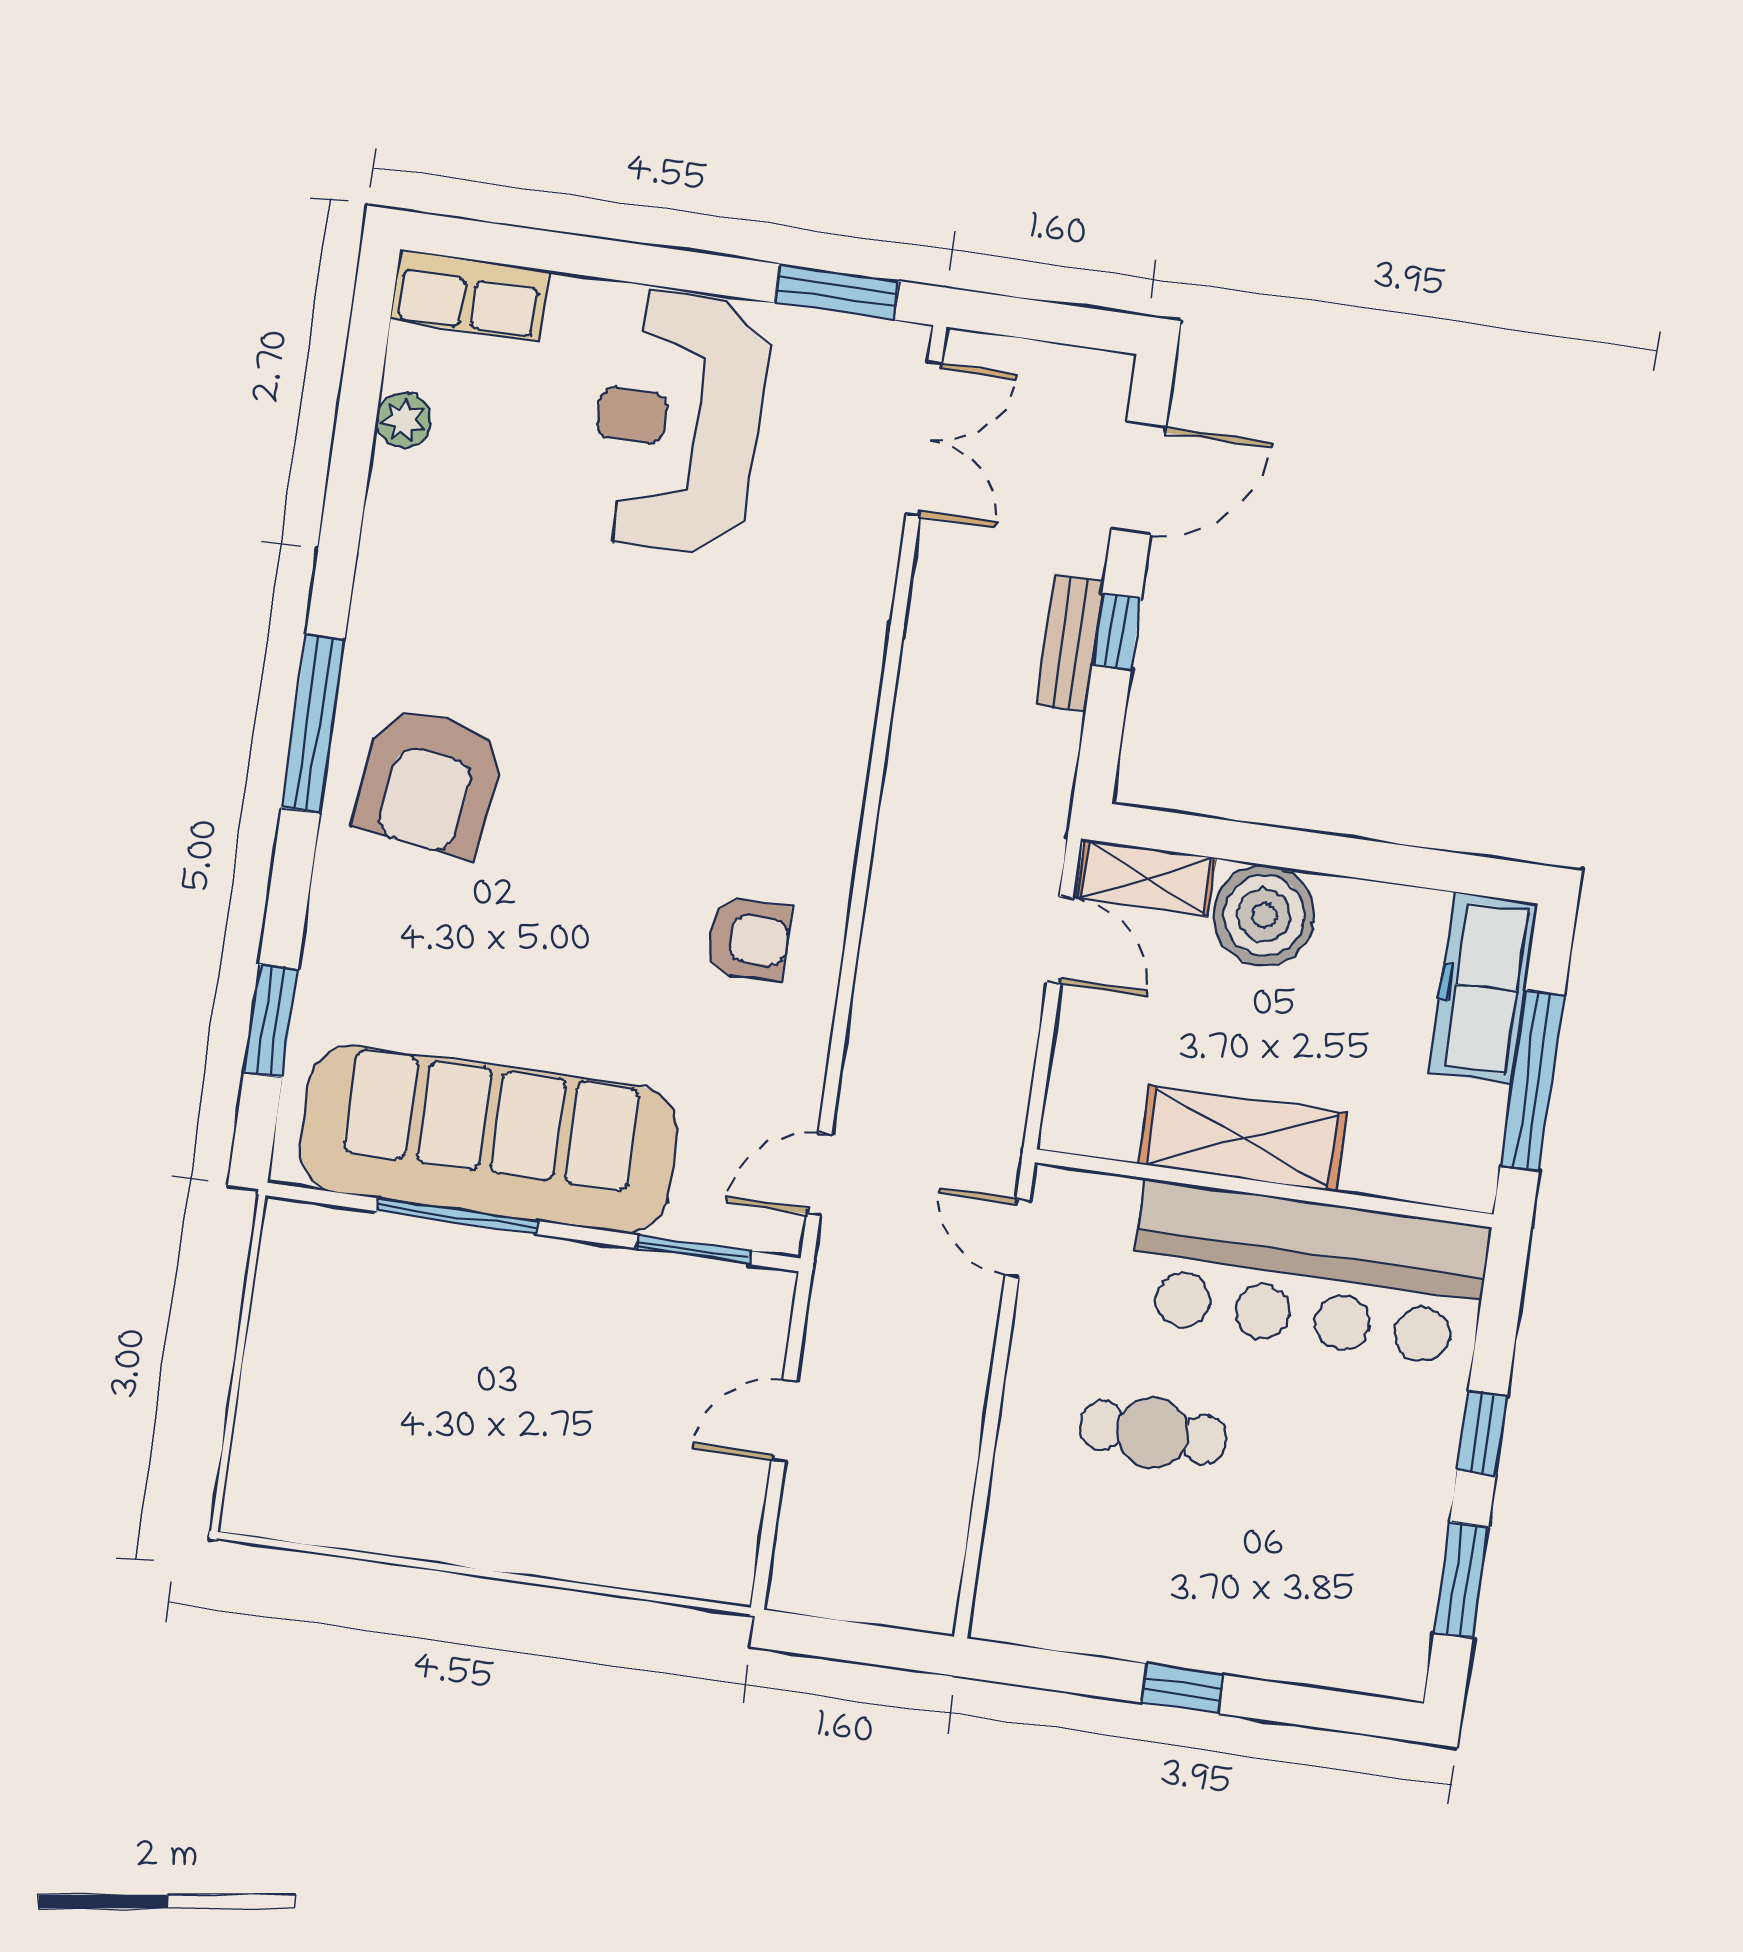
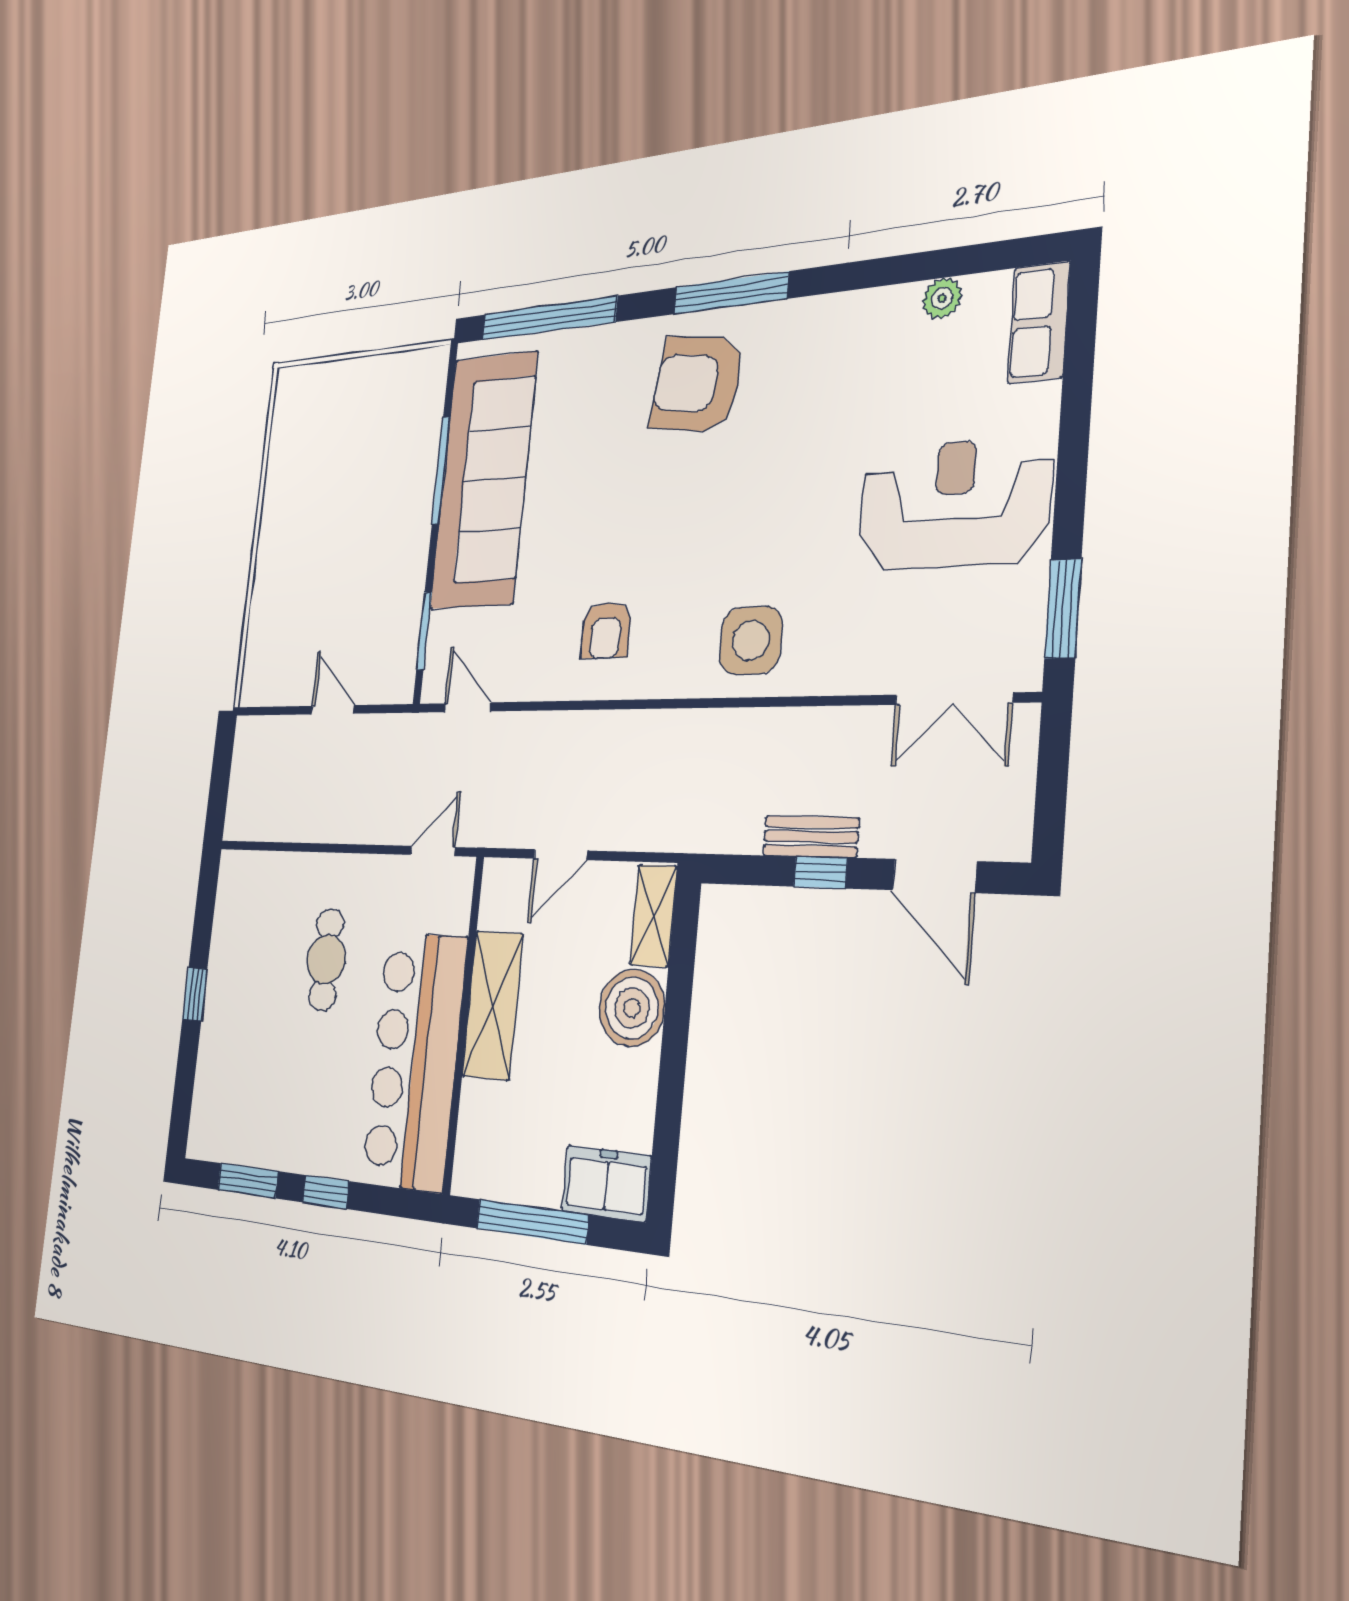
side table: (801, 716) -> (751, 640), added
door: (1060, 940) -> (560, 855), moved
freezer: (1483, 988) -> (606, 1183), width x0.71
window: (271, 1021) -> (549, 318), width x2.11

